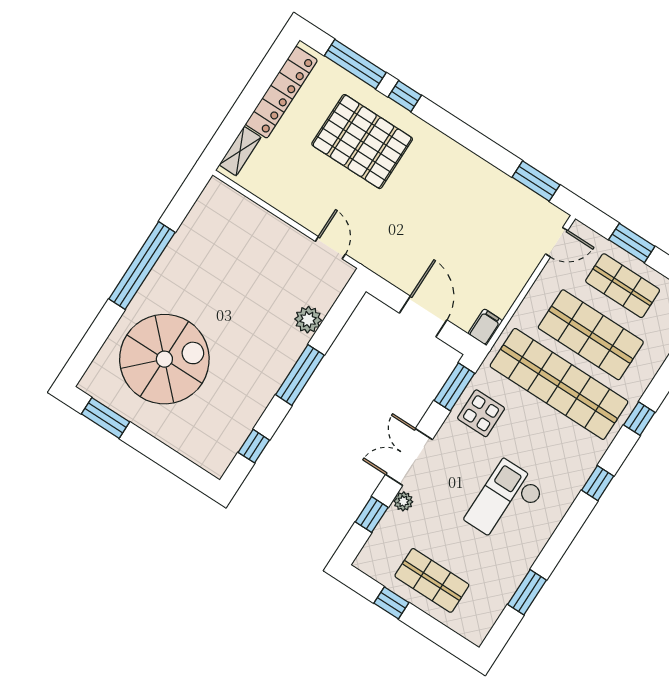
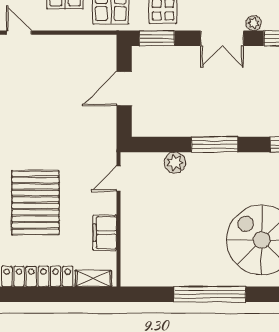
filing cabinet: (485, 327) -> (105, 233), moved, width x2.00

